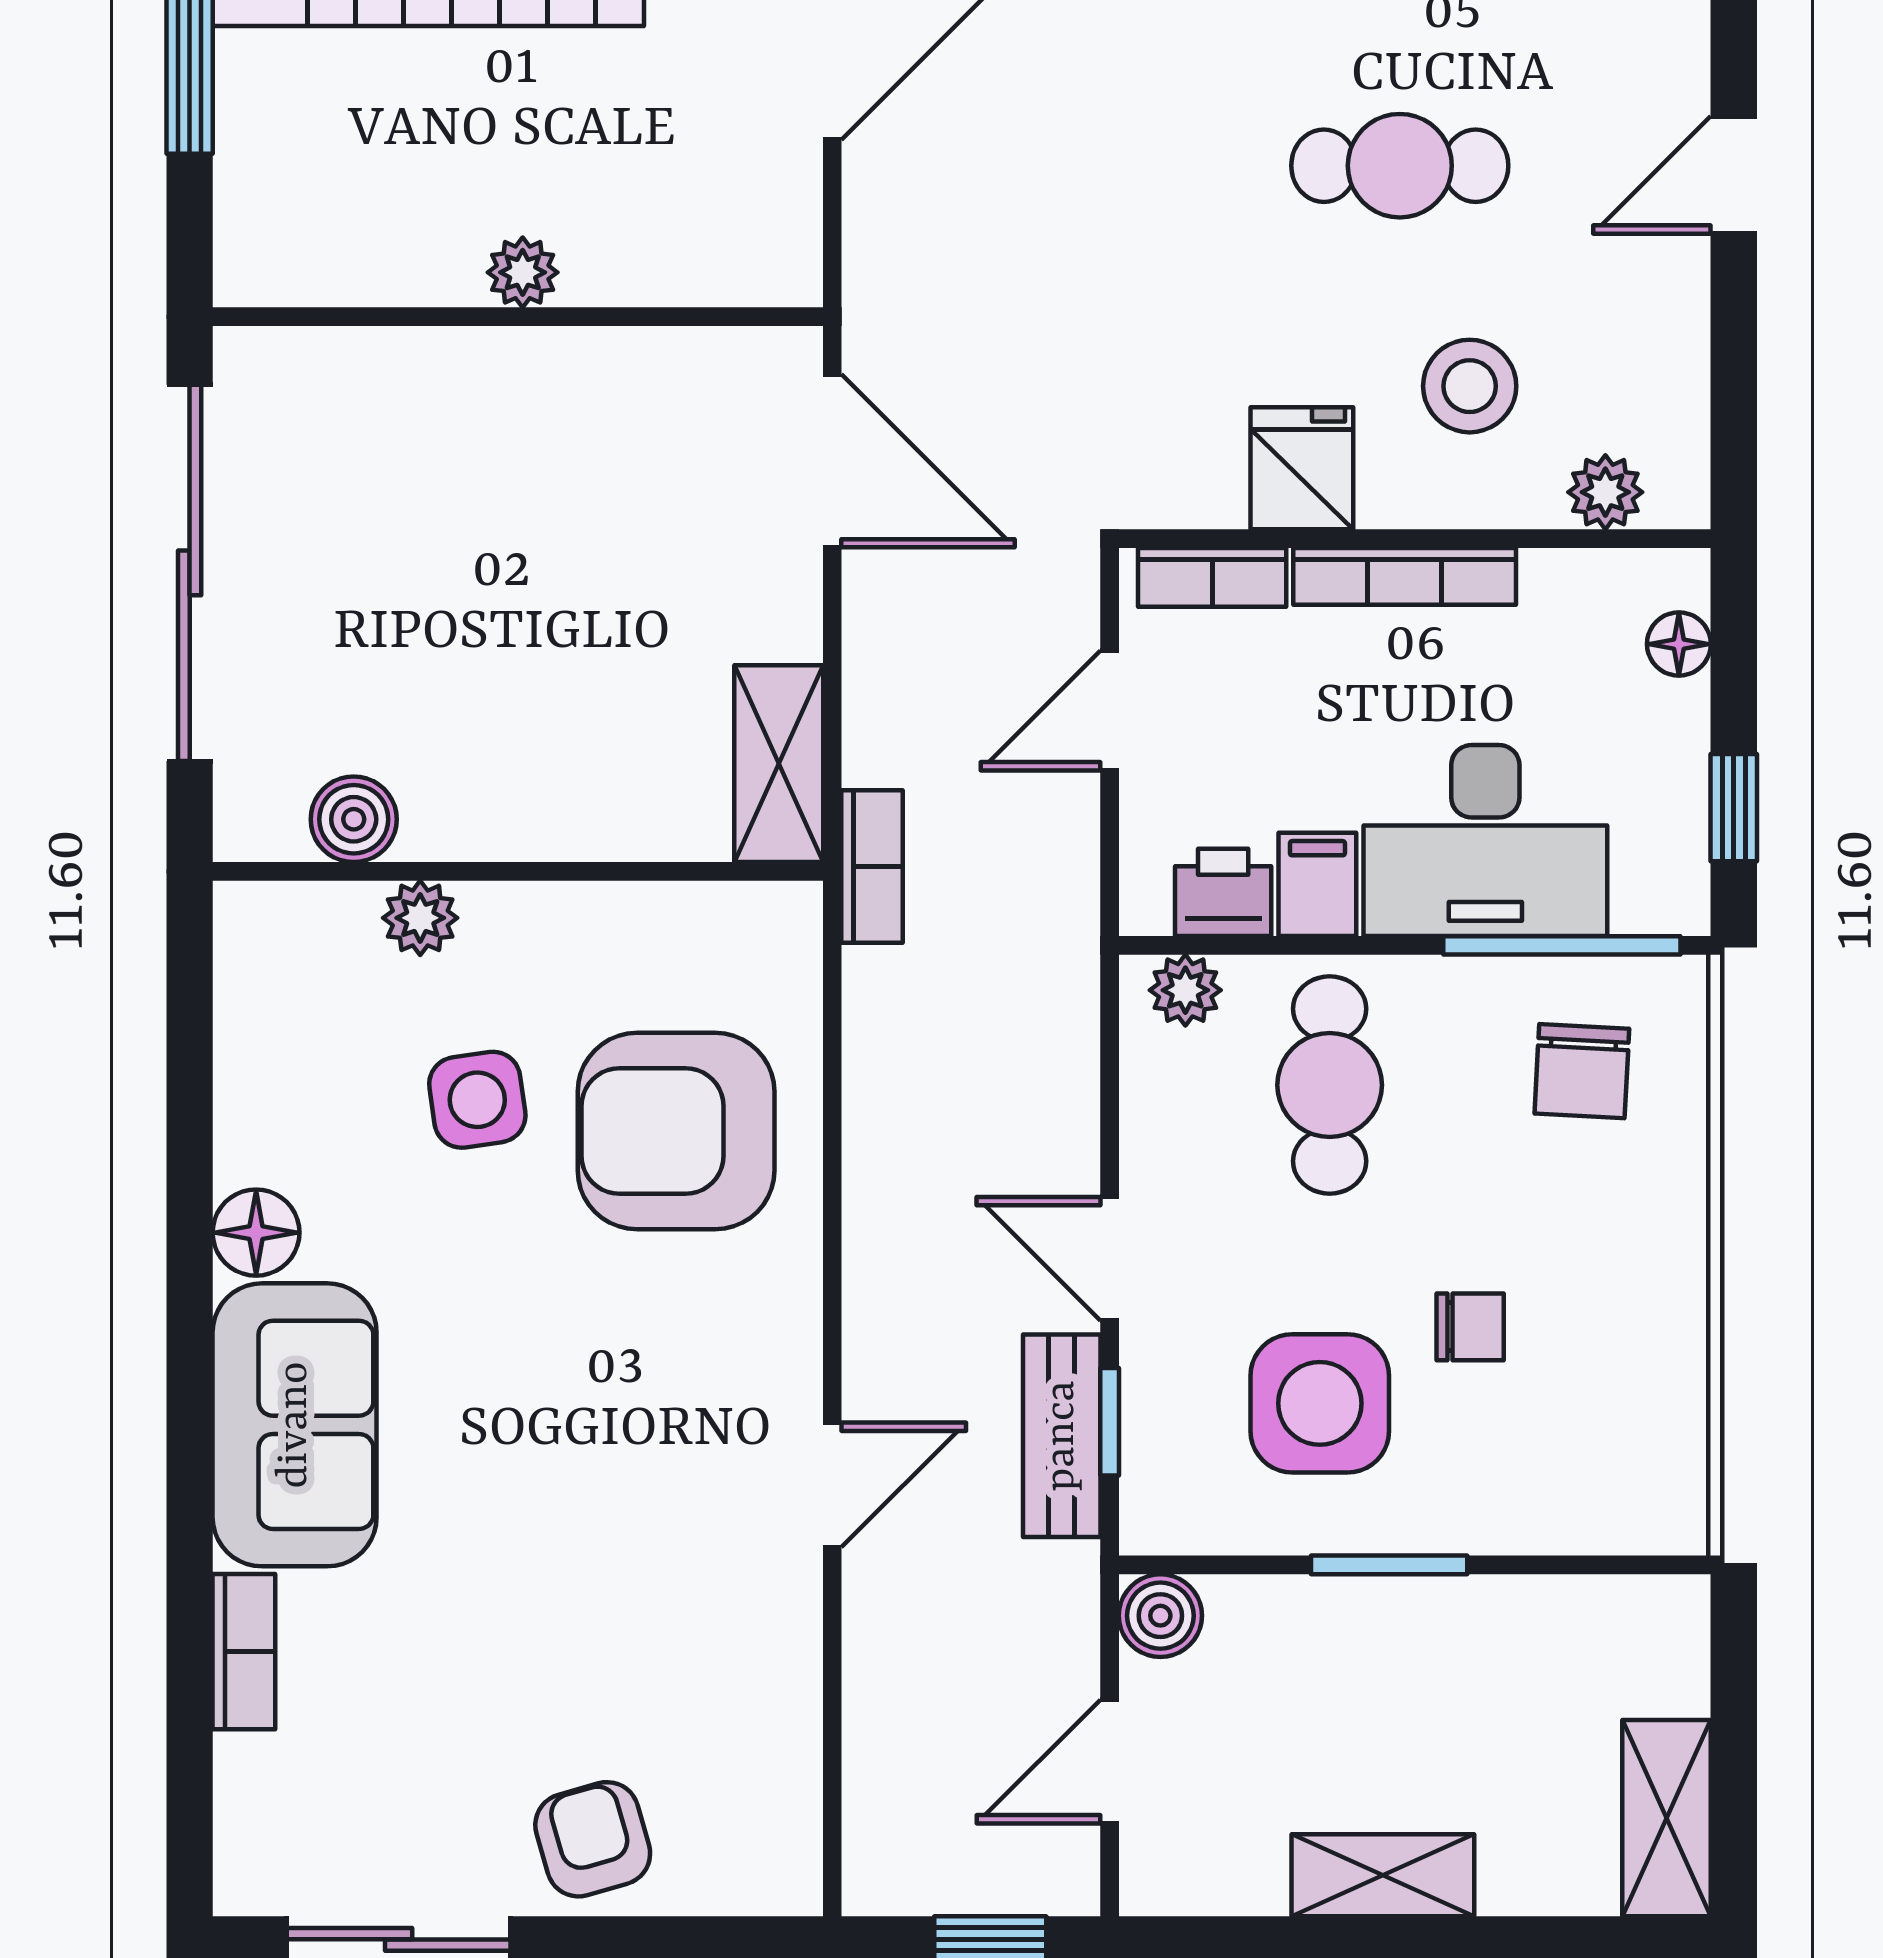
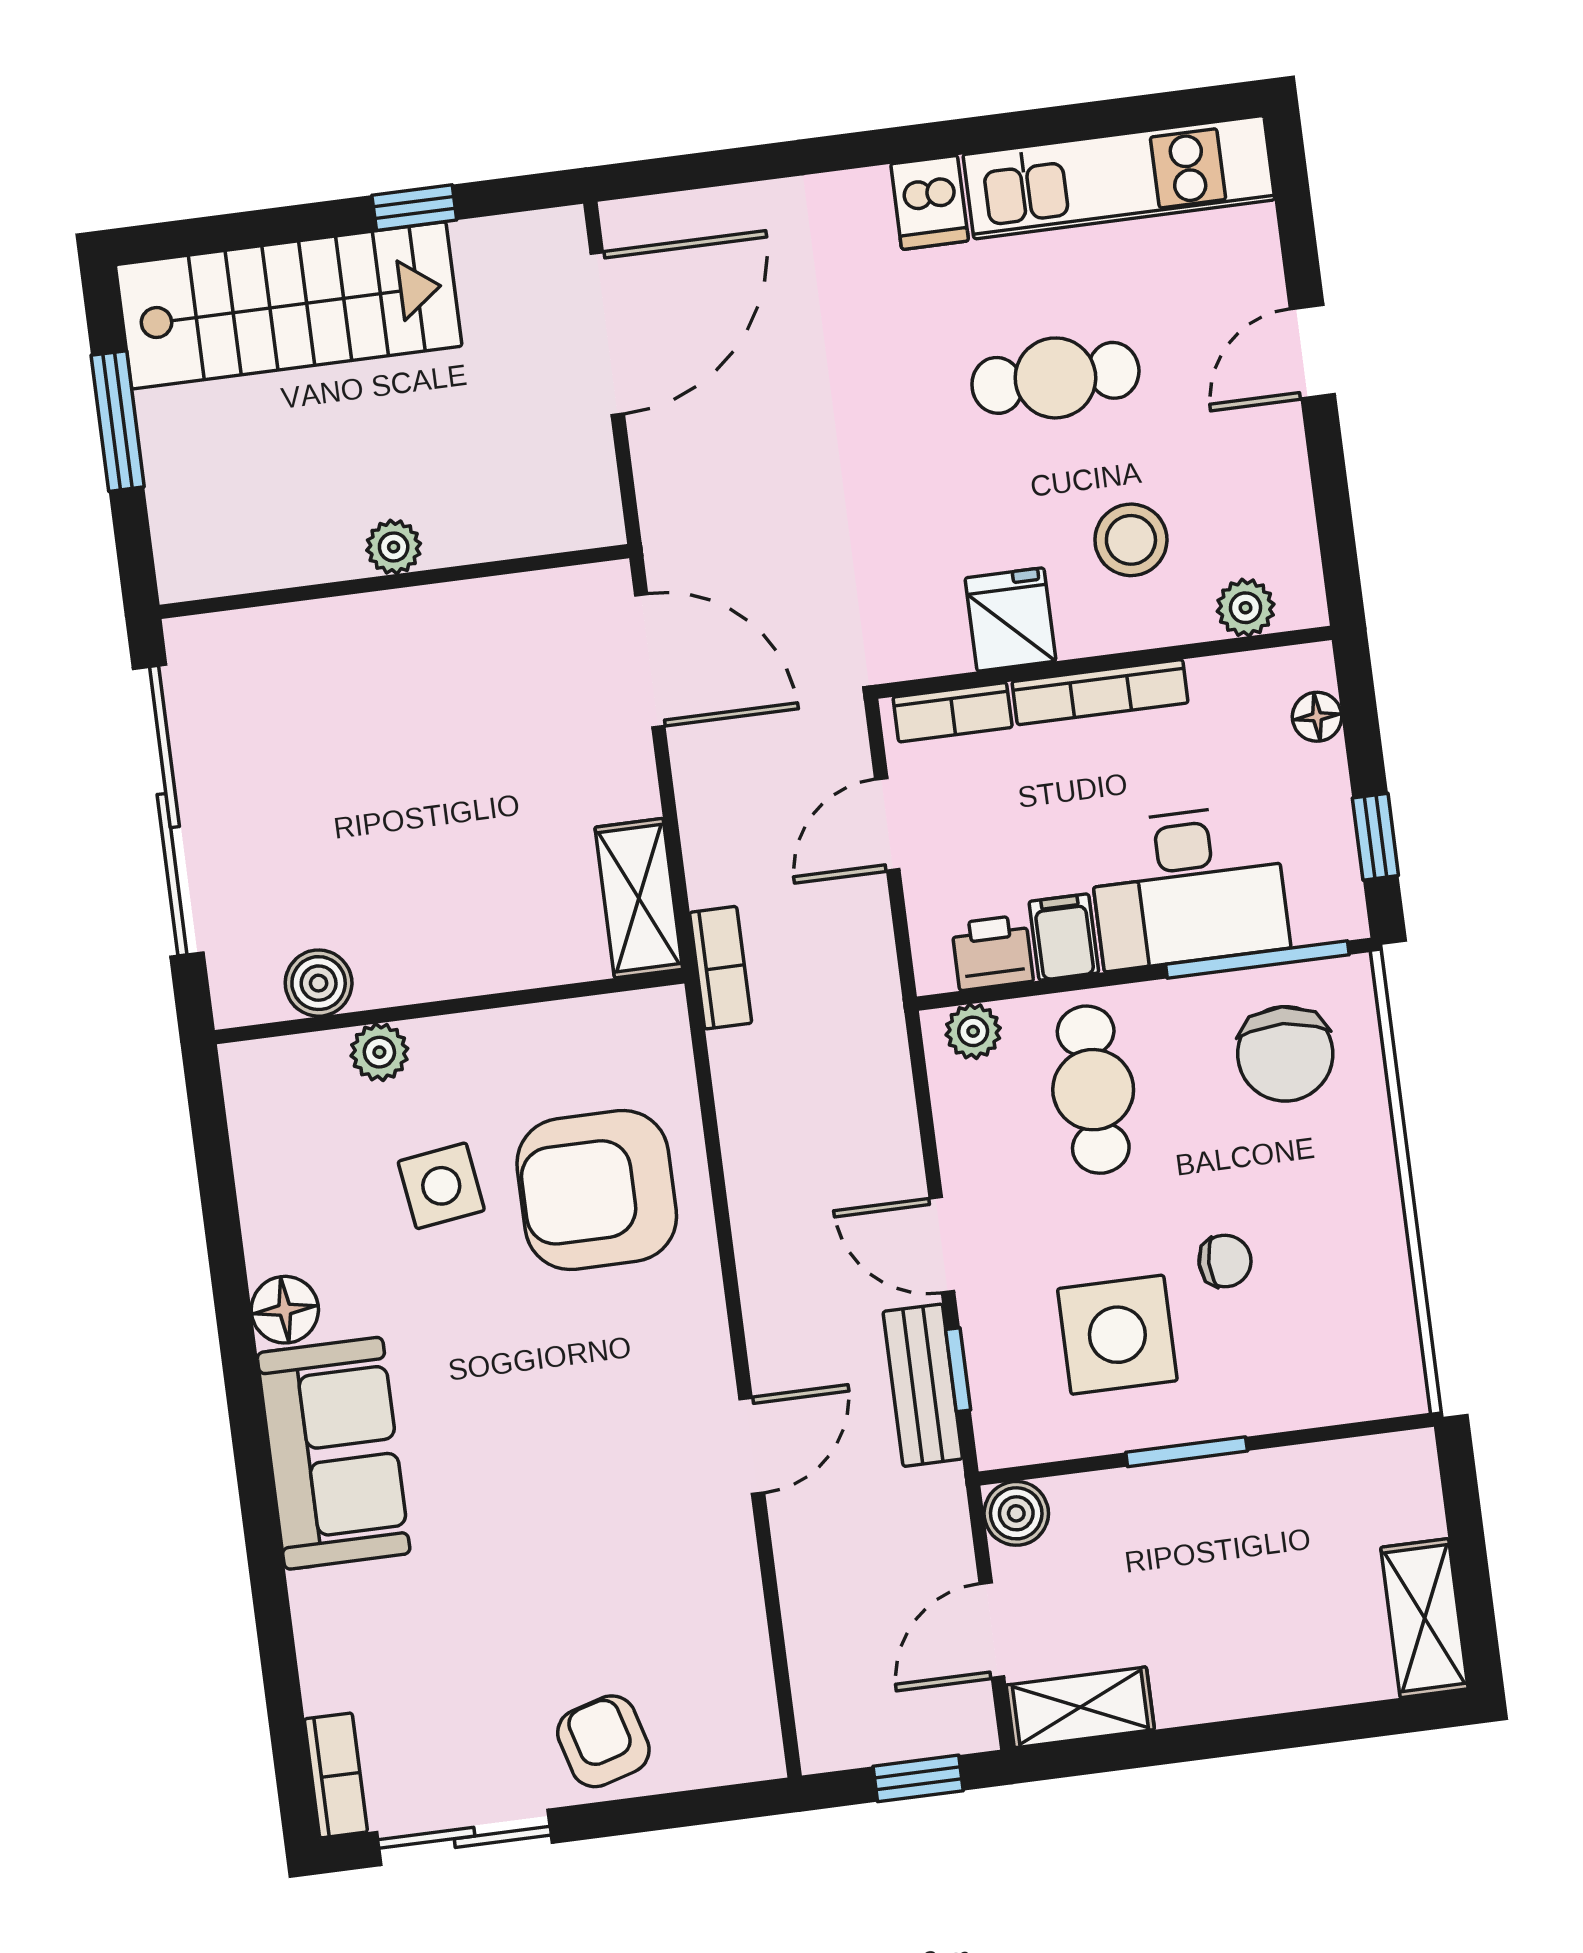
chair: (1582, 1071) -> (1285, 1054), width x1.37, depth x1.37
bookcase: (244, 1652) -> (336, 1775), moved
shelving: (1383, 1875) -> (1080, 1707), moved

